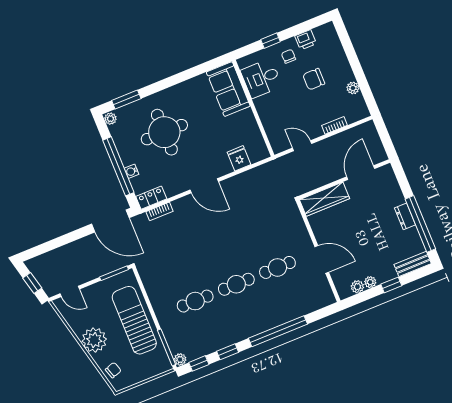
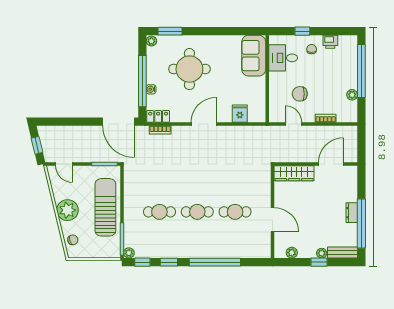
window: (353, 58) -> (361, 71), added
chair: (314, 79) -> (300, 94), moved
door: (204, 186) -> (204, 124), swing flipped
plant: (370, 282) -> (322, 253), moved

